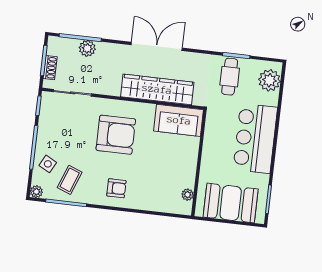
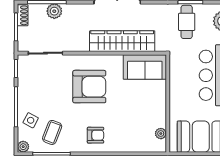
shoe rack: (50, 68) -> (23, 15), moved

